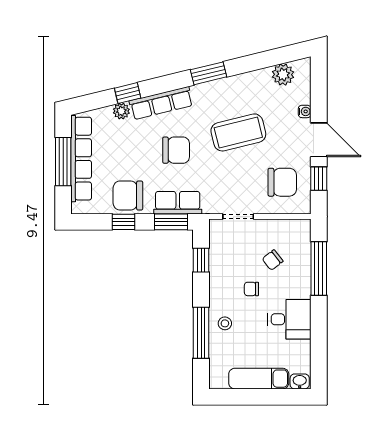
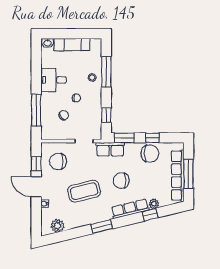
row of seats: (178, 203) -> (110, 149), moved

